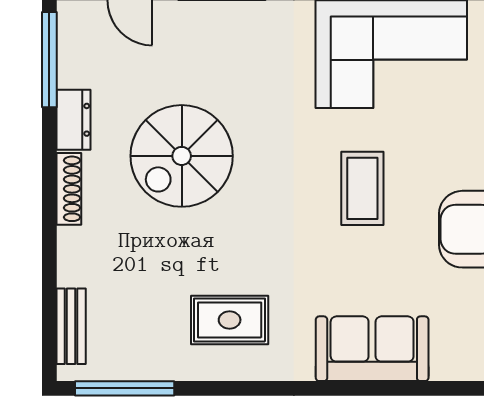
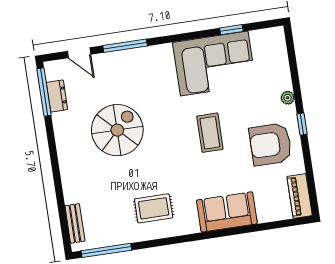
dresser: (73, 120) -> (57, 96), moved
spiral stairs: (182, 156) -> (117, 130), turned 180
shoe rack: (69, 189) -> (63, 155), removed

